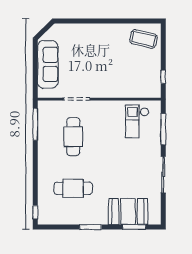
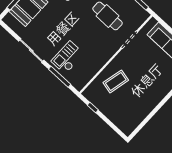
coffee table: (143, 39) -> (116, 81), moved
checkout: (137, 121) -> (68, 58), moved, turned -90

